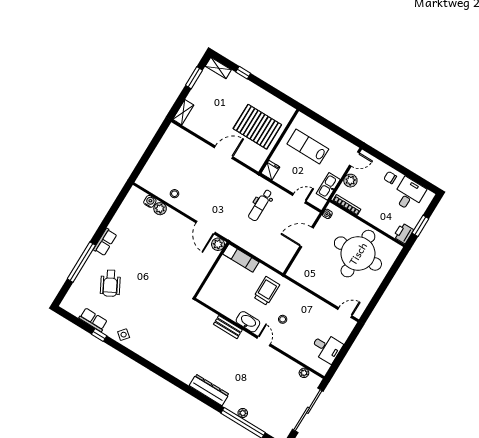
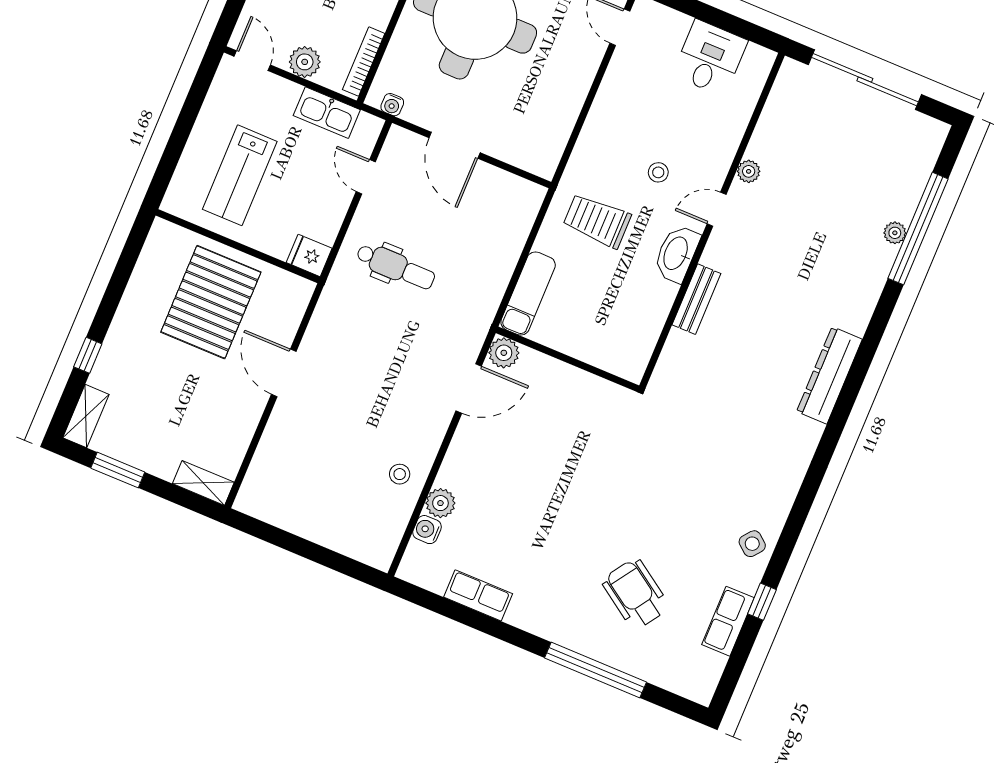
row of seats: (105, 242) -> (478, 595), moved
wheelchair: (110, 283) -> (635, 594), turned -118
plant: (304, 373) -> (749, 171), moved
dresser: (209, 390) -> (829, 375), moved

